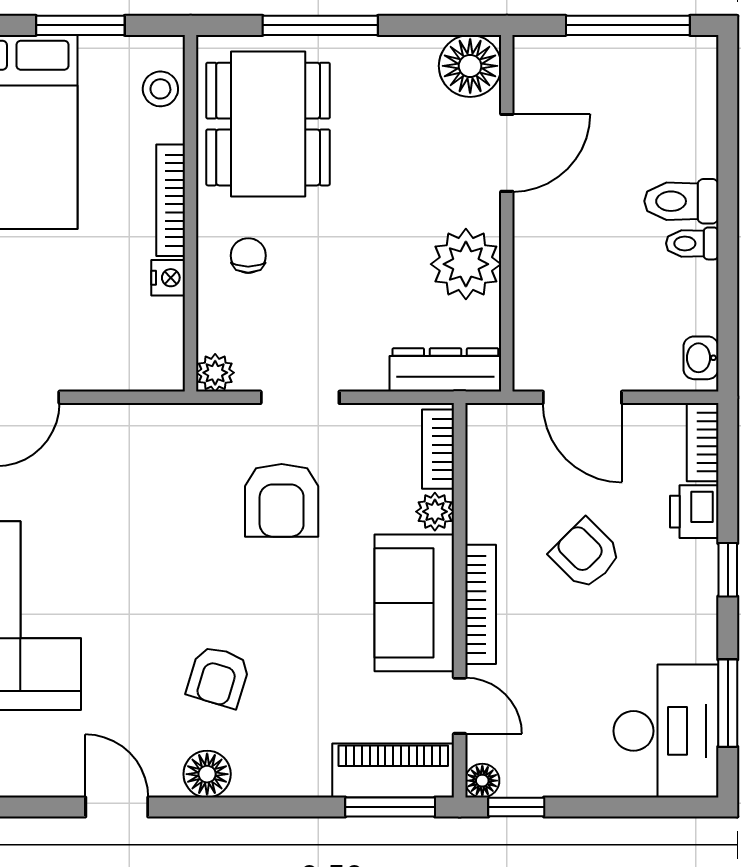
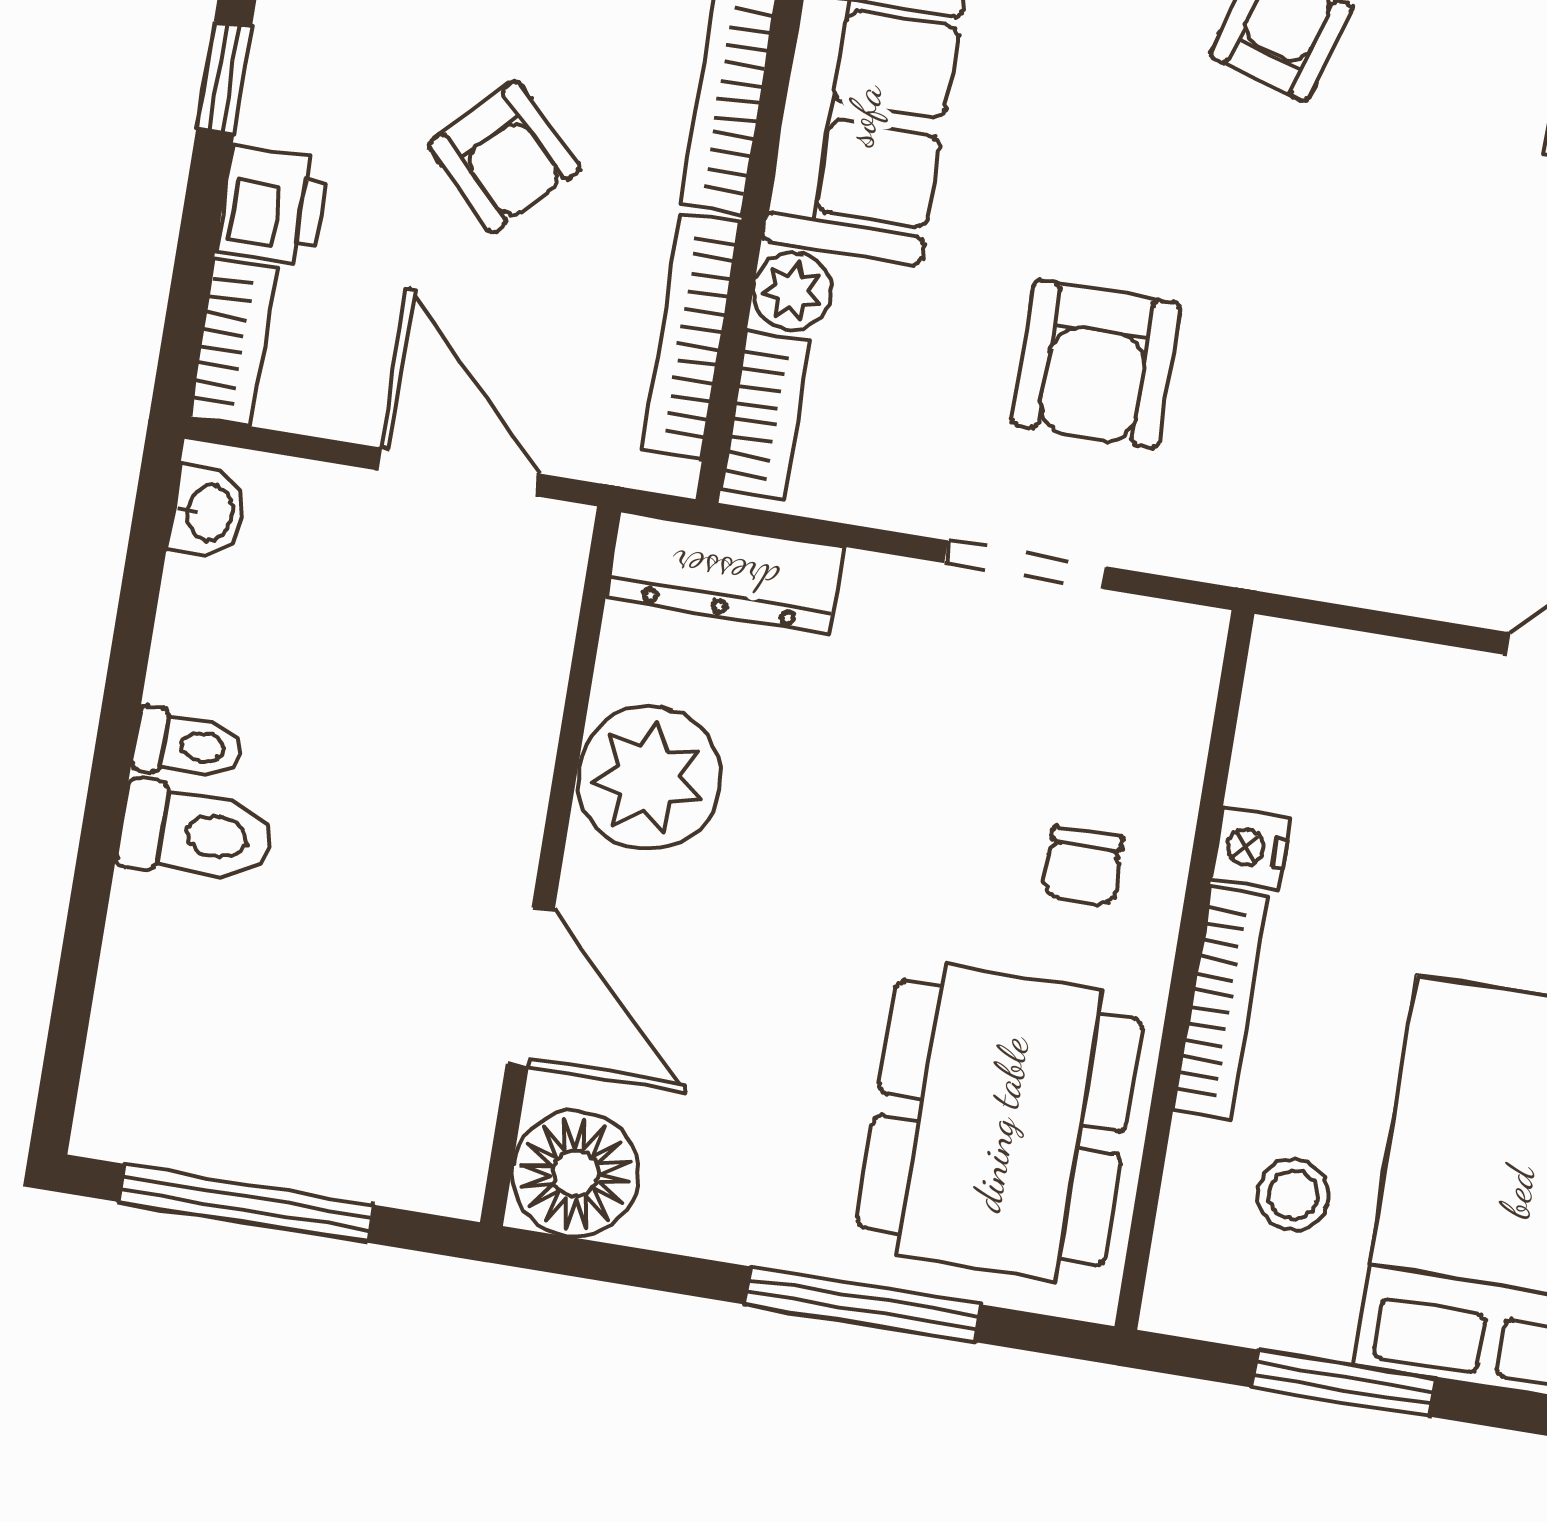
stool: (160, 89) -> (1293, 1195), moved
door: (507, 153) -> (530, 987), swing flipped
plant: (215, 373) -> (1187, 642), removed
bookcase: (480, 482) -> (691, 336), added
armchair: (282, 500) -> (1096, 364), turned 180

